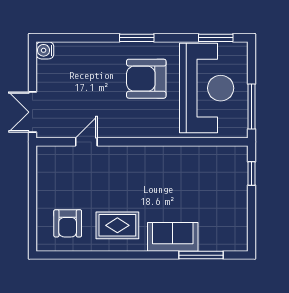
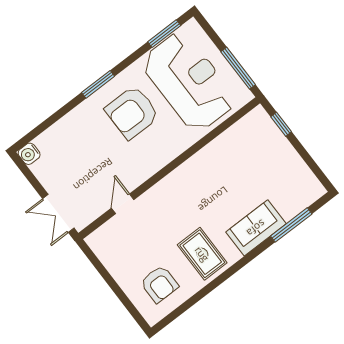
rug: (117, 225) -> (202, 254), turned 90

